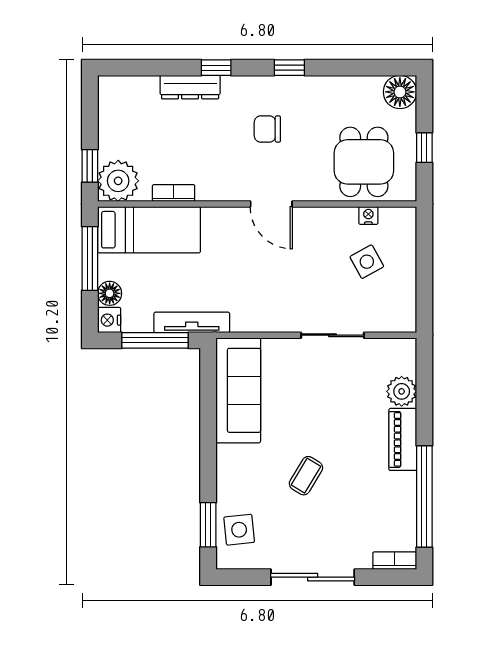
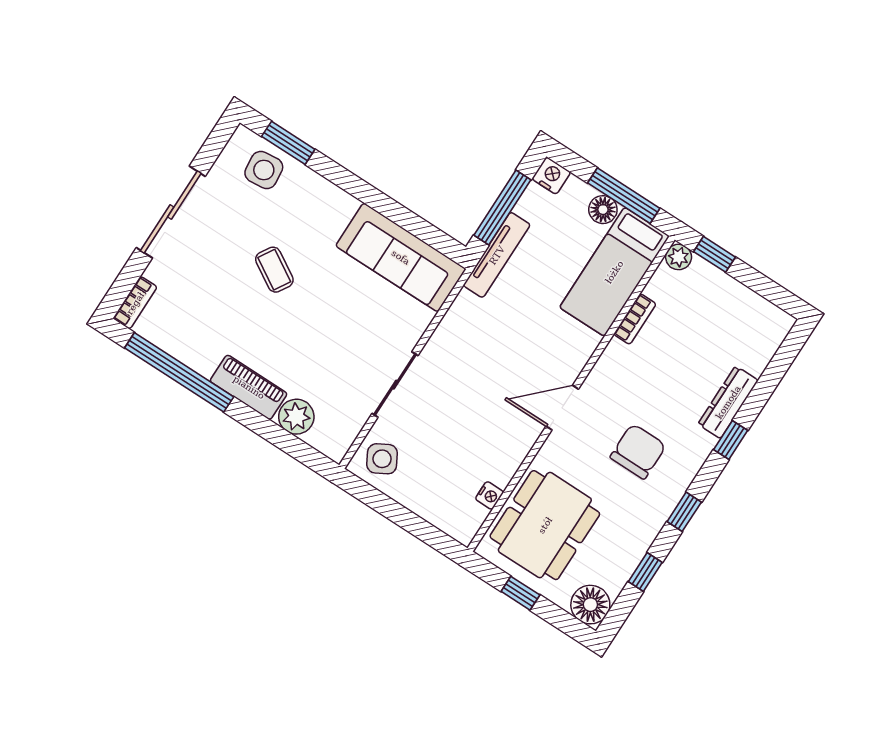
window: (351, 68) -> (645, 572), added
chair: (267, 129) -> (638, 451), width x1.37, depth x1.37
dining table: (364, 162) -> (545, 525), width x1.37
plant: (118, 181) -> (679, 257), width x0.53, depth x0.53
side table: (367, 262) -> (382, 459), moved
floor lamp: (110, 293) -> (603, 210), moved

